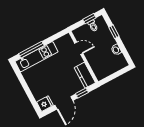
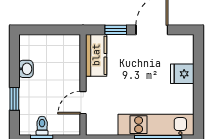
door: (79, 48) -> (83, 103), hinge flipped
fridge: (45, 104) -> (182, 74), moved

